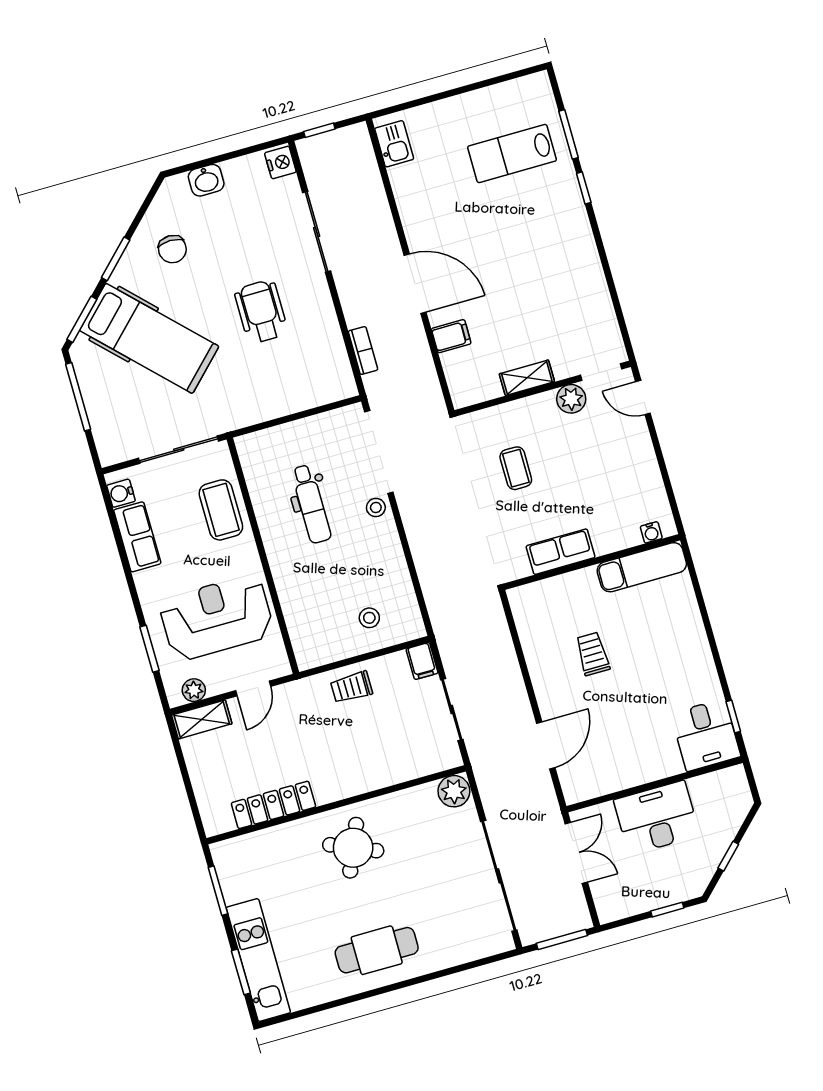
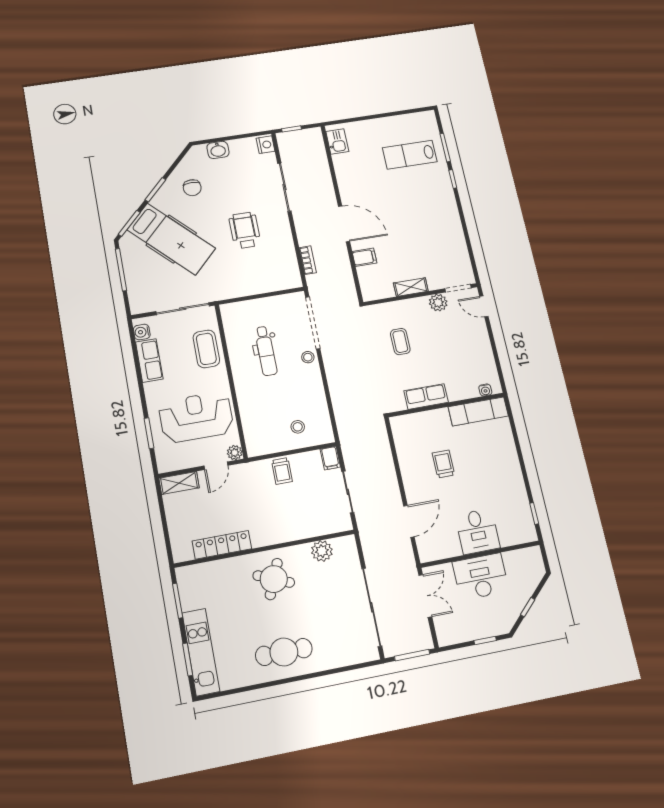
trolley: (351, 687) -> (282, 471), turned -90
plant: (194, 690) -> (235, 453), moved
desk: (706, 735) -> (477, 531), moved
plant: (454, 791) -> (322, 551), moved

